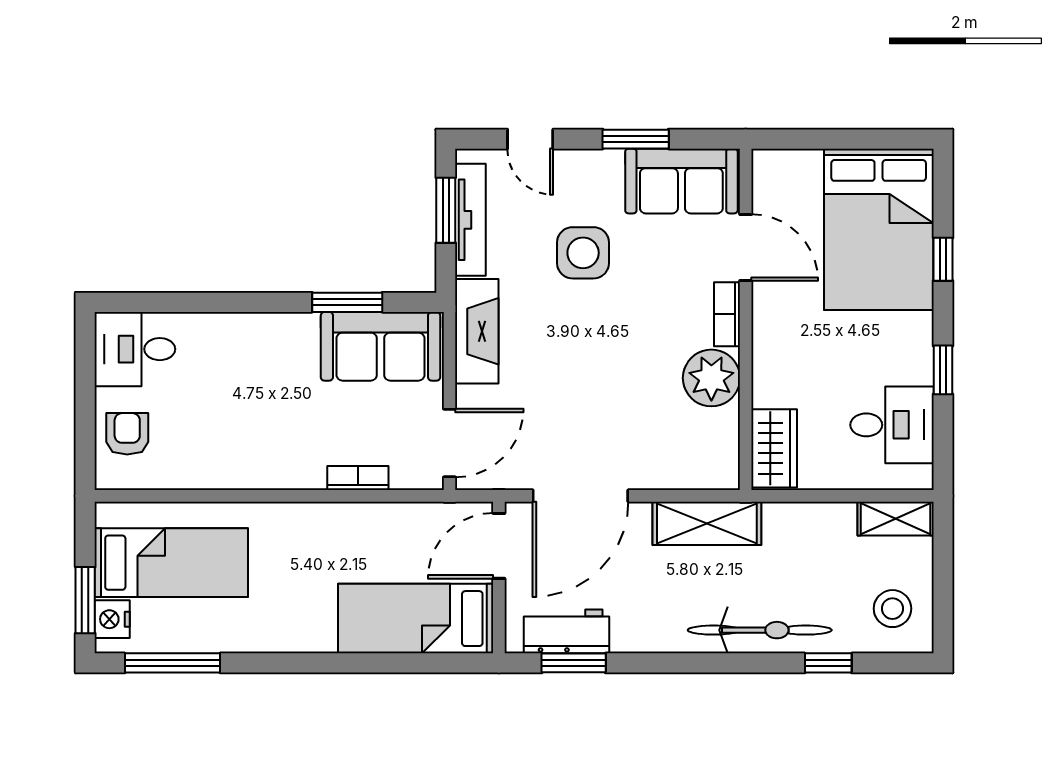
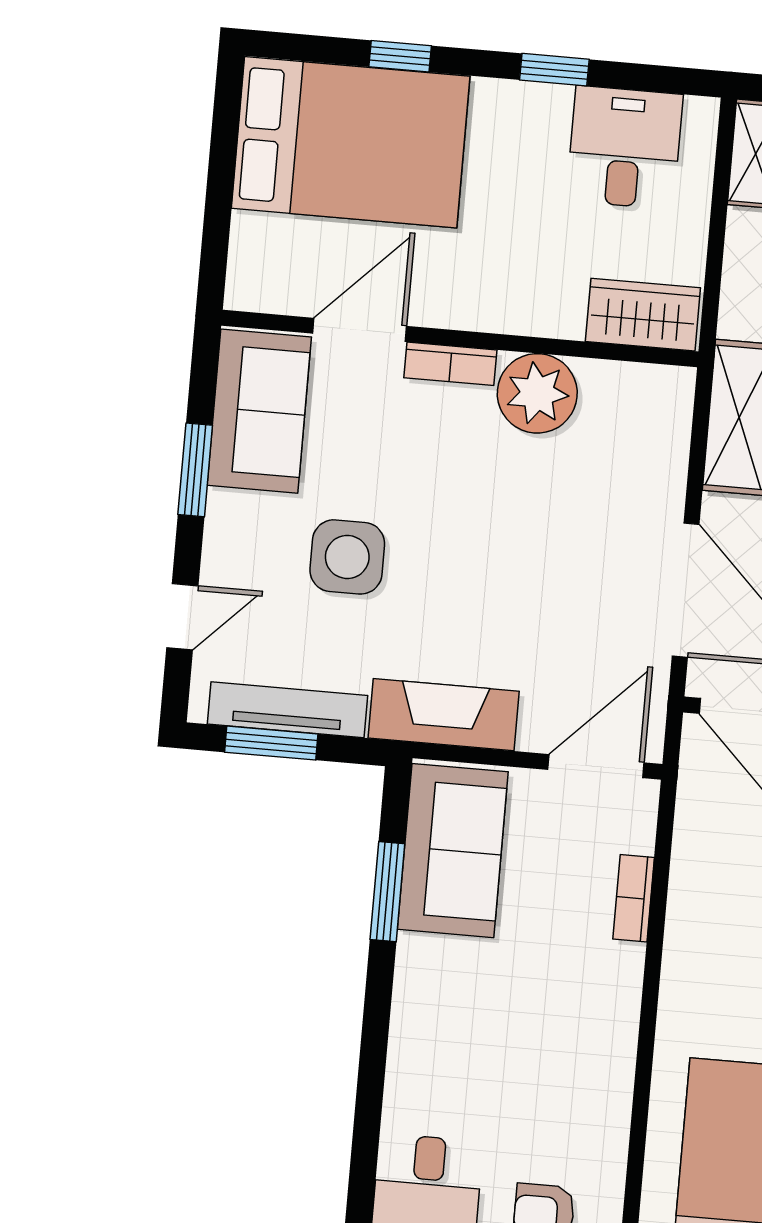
door: (450, 443) -> (596, 766), hinge flipped

